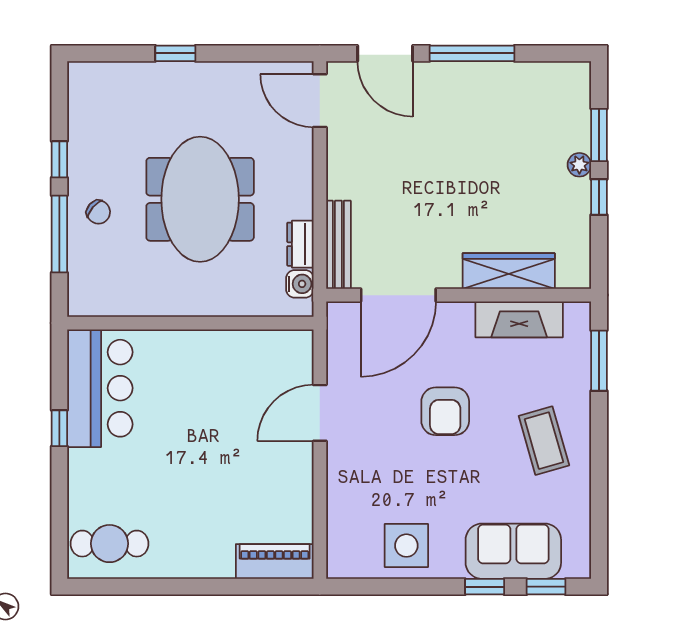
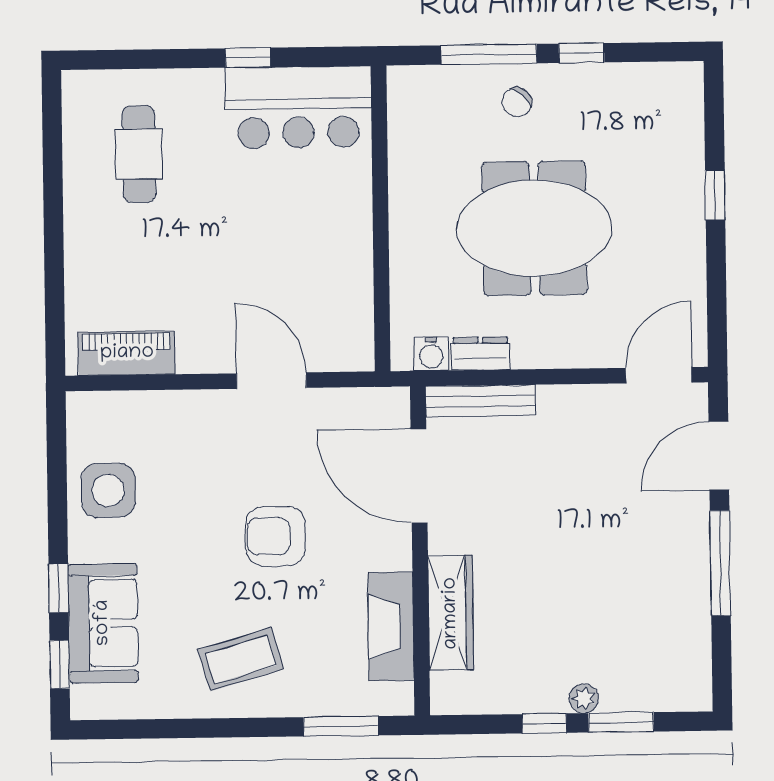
cafe table: (110, 544) -> (139, 154), moved
piano: (275, 561) -> (127, 353), moved, turned -90

